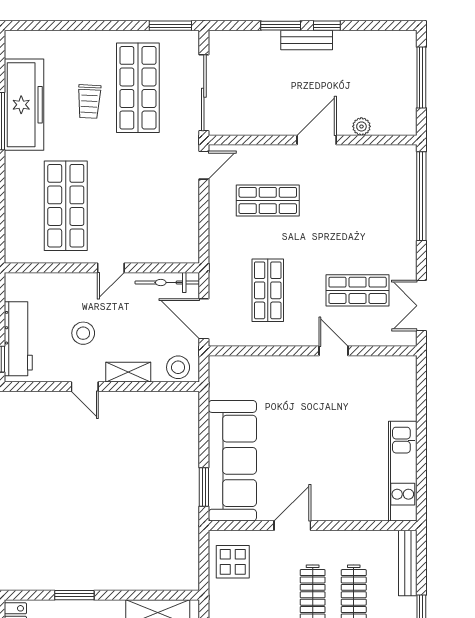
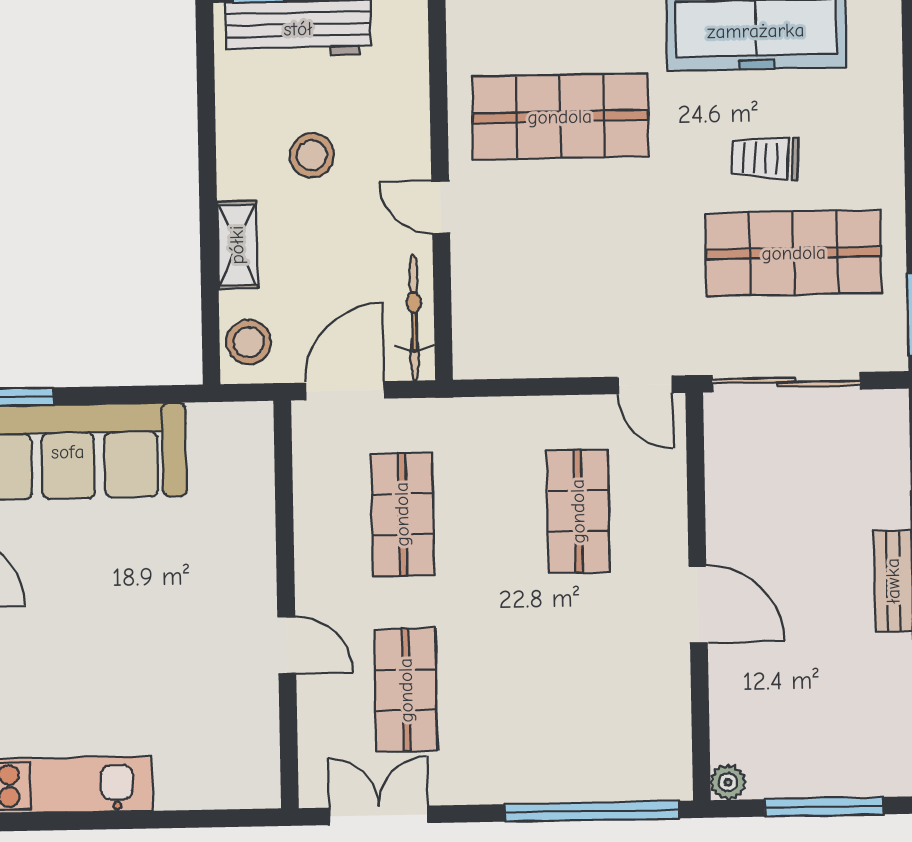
plant: (361, 126) -> (728, 782), moved
shop shelf: (268, 290) -> (402, 514), turned 90
door: (333, 351) -> (287, 645), hinge flipped
door: (85, 387) -> (207, 161), removed

